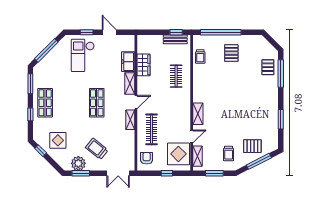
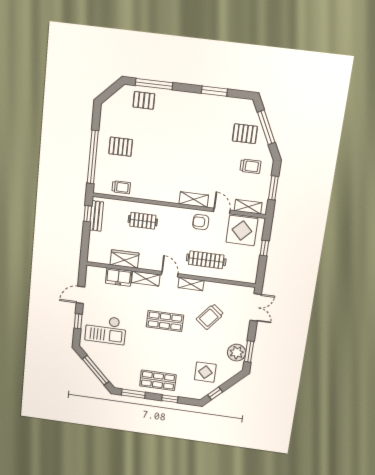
pallet: (252, 146) -> (245, 134), turned 90
trolley: (97, 149) -> (210, 317), moved
armchair: (147, 158) -> (201, 222), moved

